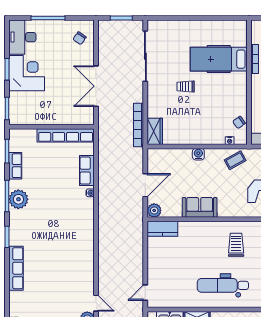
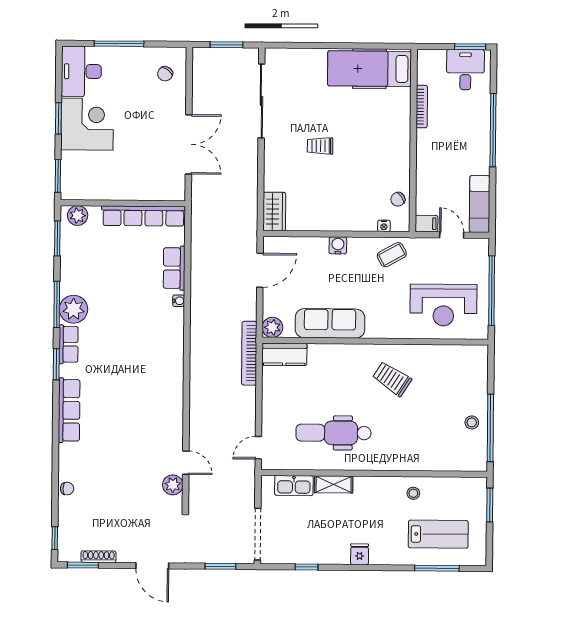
hospital bed: (219, 59) -> (369, 69), moved
double door: (96, 86) -> (189, 144), swing flipped
bookcase: (139, 125) -> (249, 353), moved
plant: (21, 135) -> (78, 216), added
row of seats: (15, 166) -> (68, 344), moved
door: (145, 185) -> (260, 270), moved
sofa: (200, 207) -> (330, 323), width x1.36
trolley: (236, 245) -> (392, 379), turned -57
dental chair: (223, 285) -> (333, 433), moved

